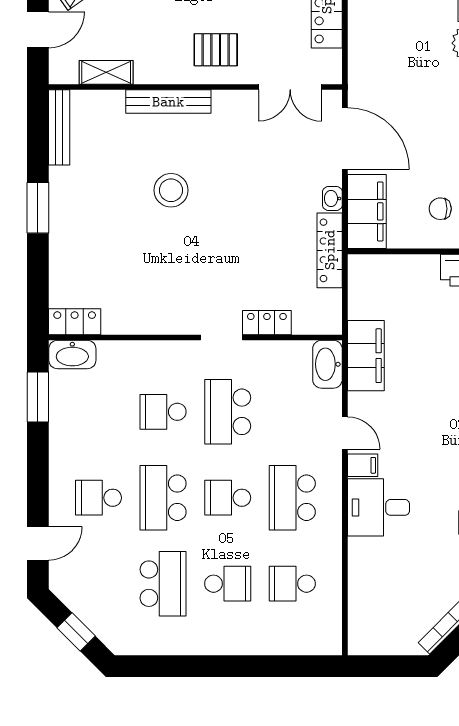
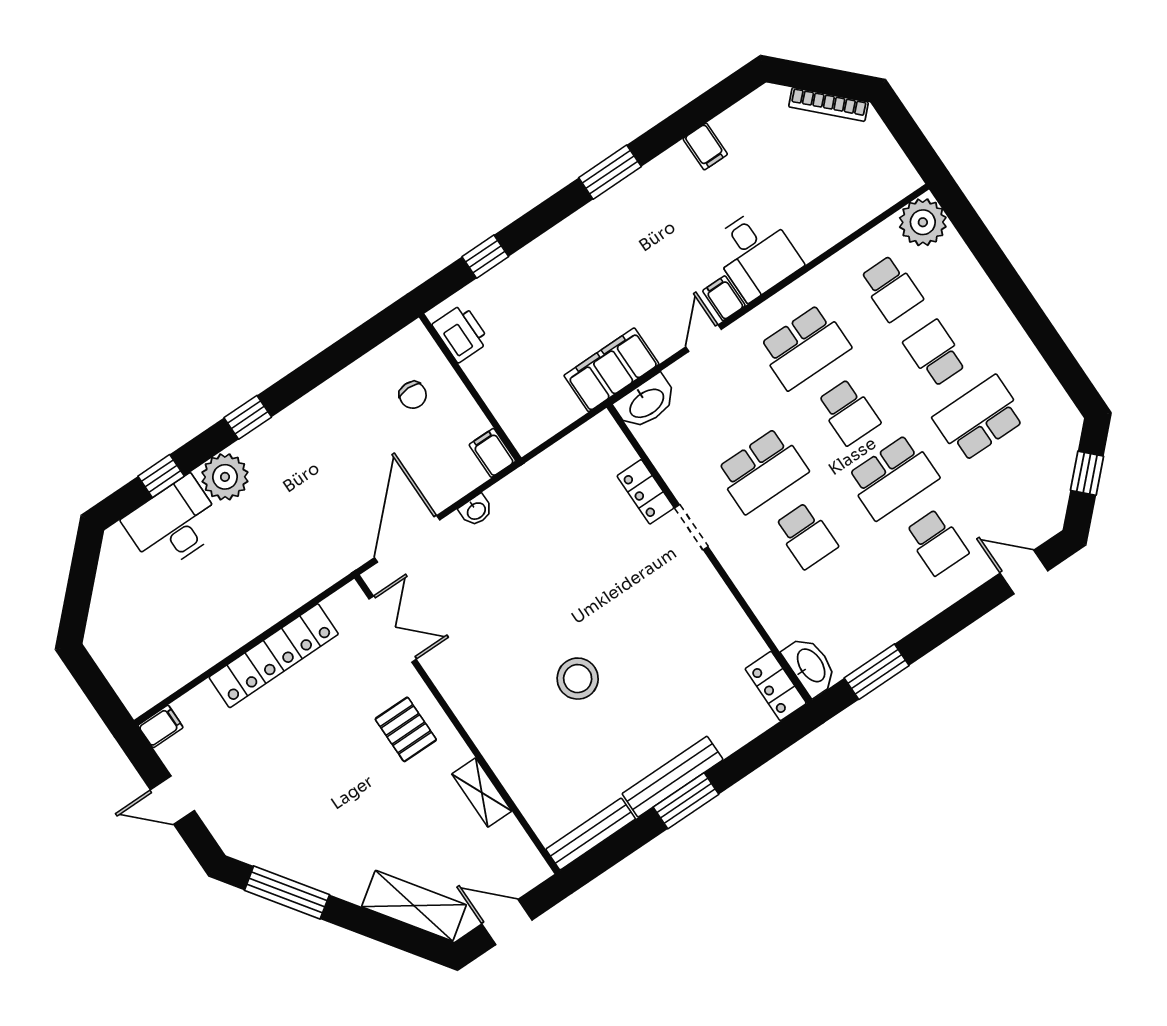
shelving: (106, 72) -> (482, 793), moved
bench: (168, 102) -> (673, 777), moved, turned 90
filing cabinet: (367, 211) -> (492, 453), width x0.33, depth x0.86
locker: (330, 250) -> (530, 478), removed
plant: (323, 636) -> (923, 222), added

